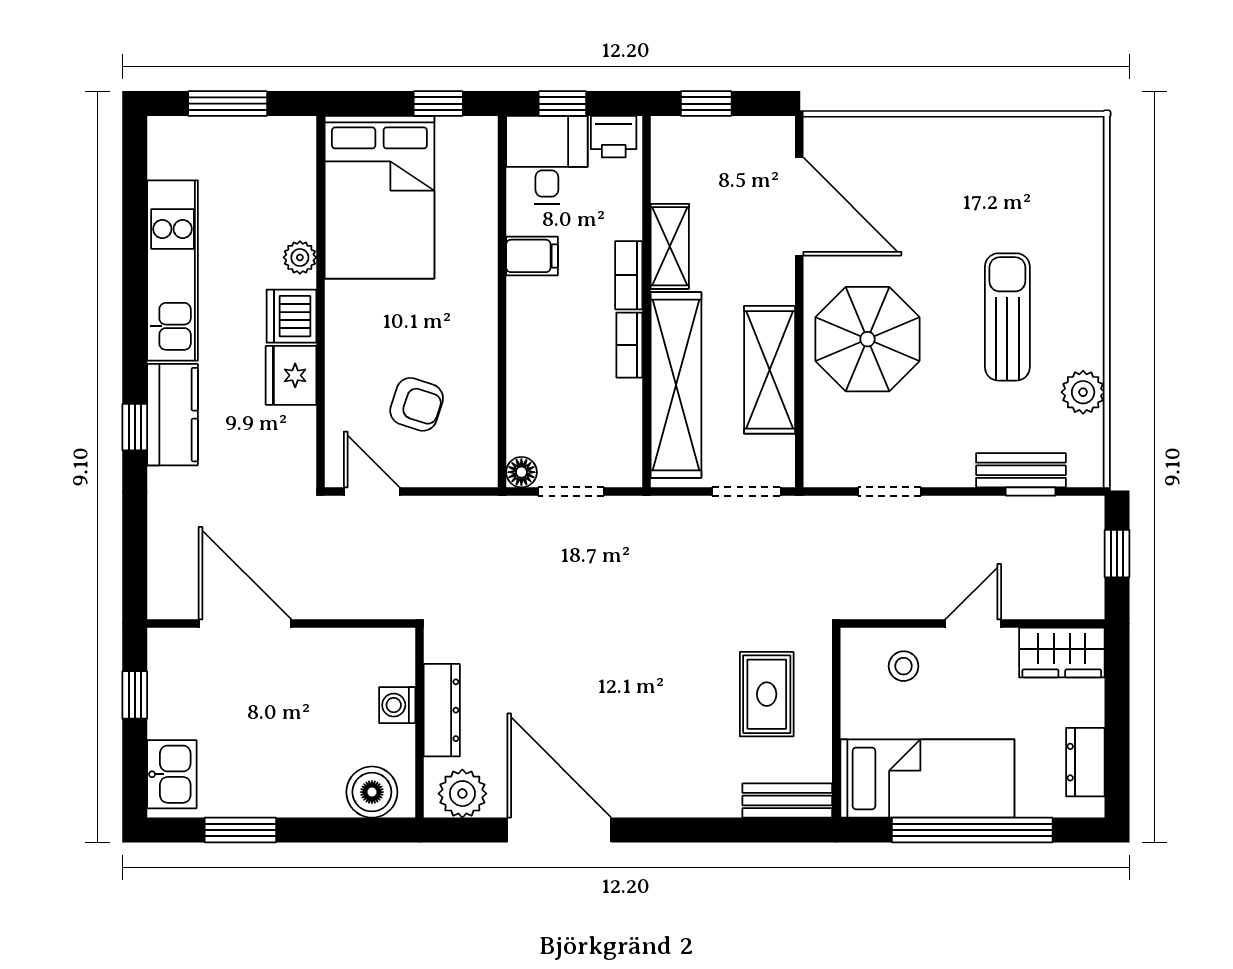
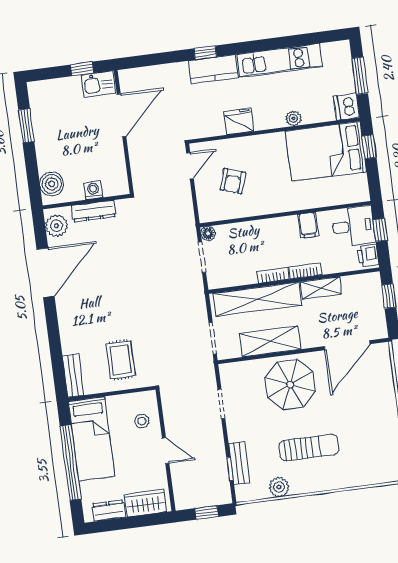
window: (438, 104) -> (369, 147), moved
dishwasher: (291, 316) -> (346, 107), moved, turned -90
wardrobe: (1062, 653) -> (145, 503), moved, turned 90
rug: (767, 694) -> (121, 360), turned 90
kitchen sink: (172, 774) -> (98, 84), moved

